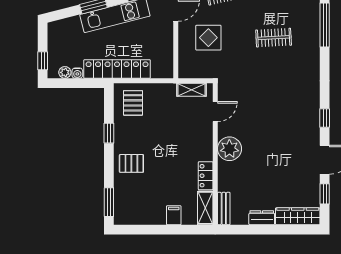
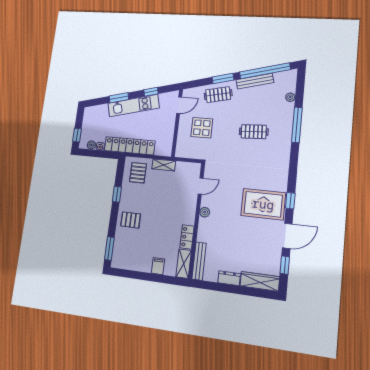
shelving: (191, 90) -> (164, 165), moved
rug: (293, 126) -> (263, 204), added
plant: (229, 149) -> (205, 212), width x0.53, depth x0.53
bench: (224, 208) -> (199, 261), width x1.36

